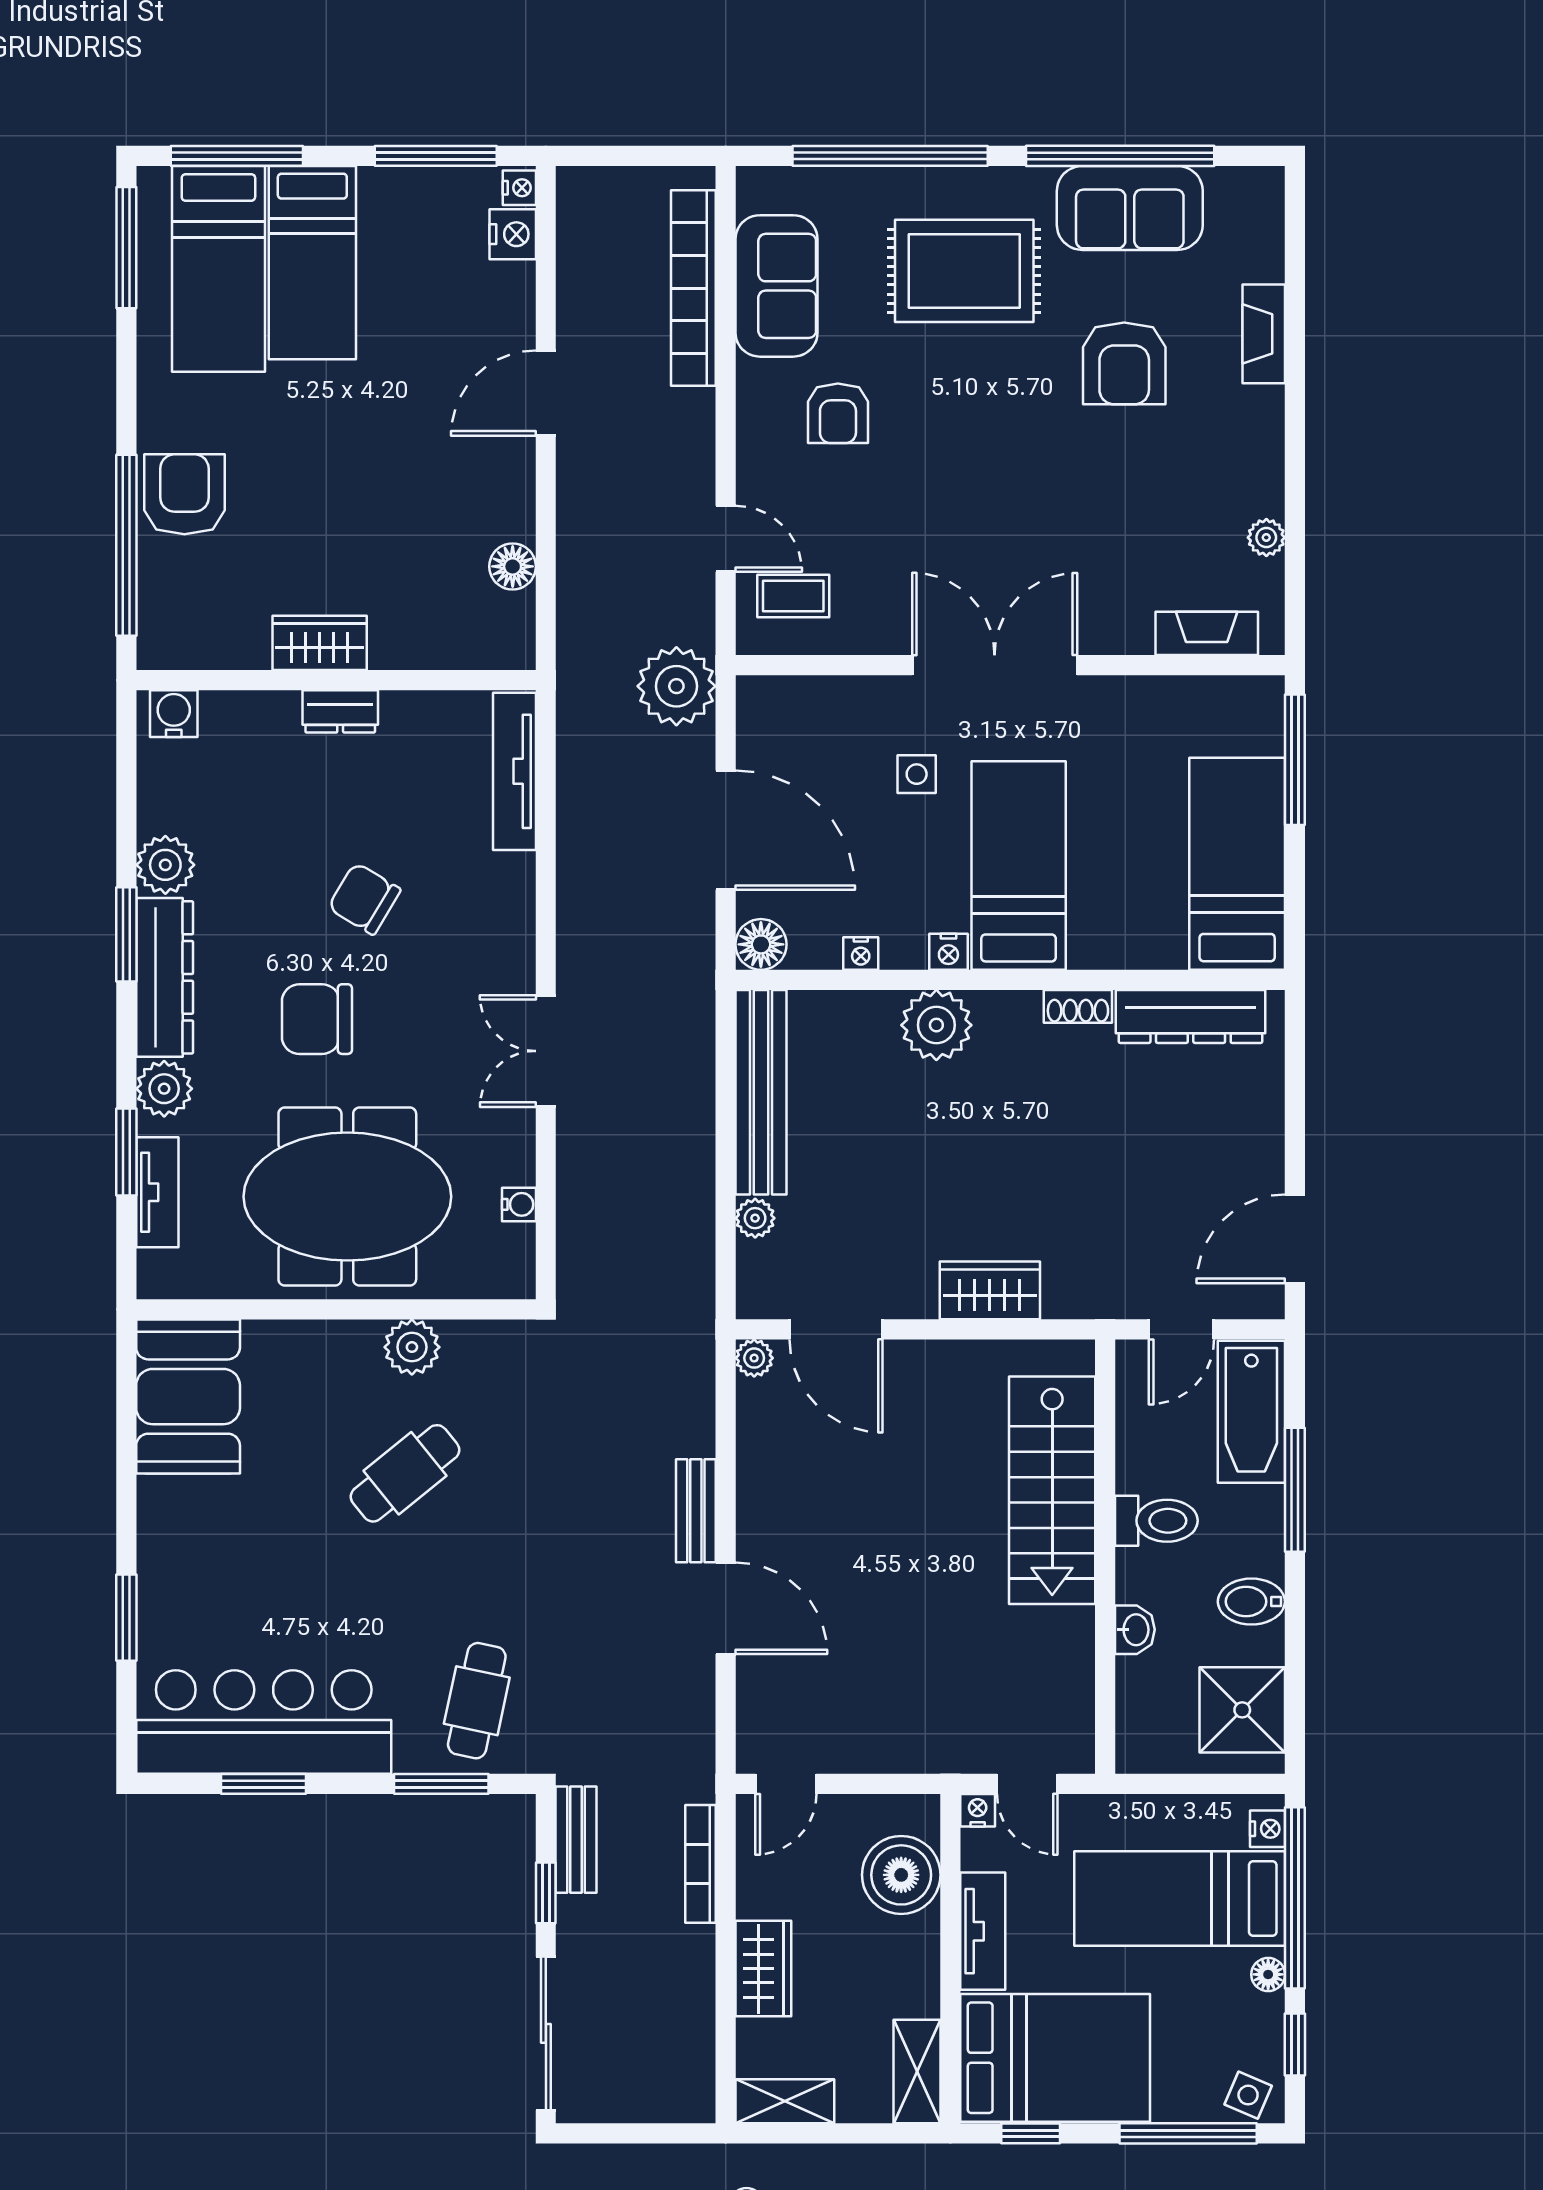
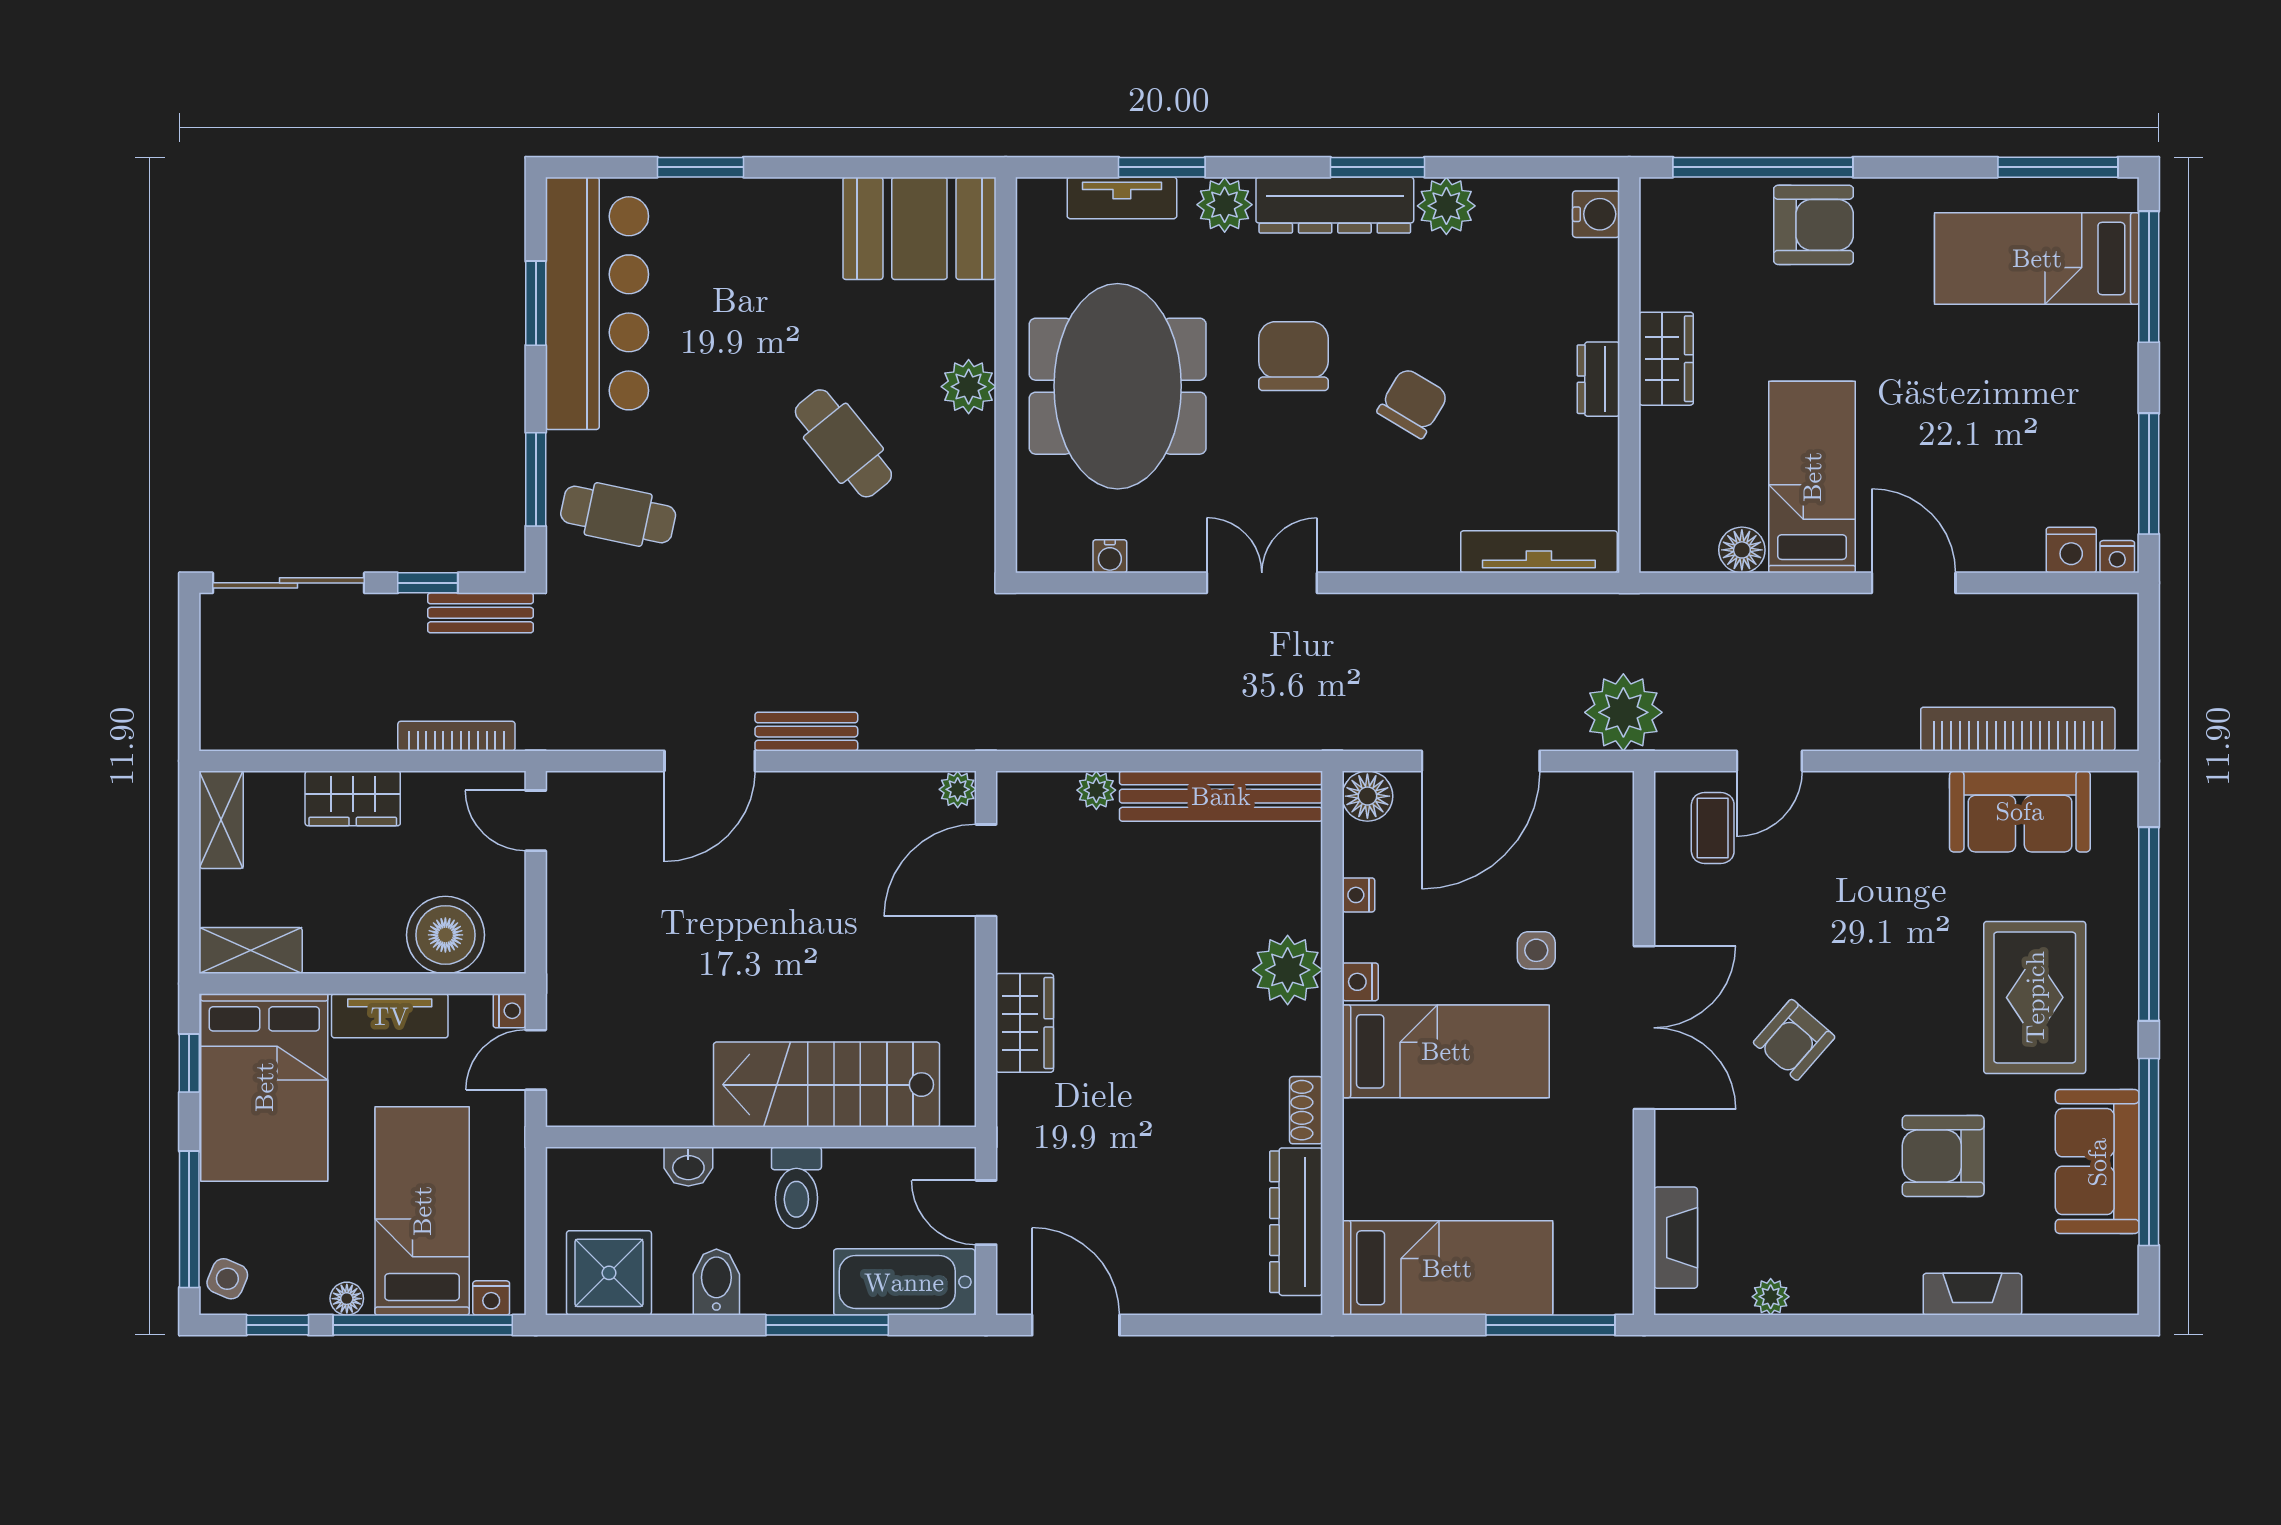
bed: (312, 263) -> (1812, 477), moved, turned 90
armchair: (838, 413) -> (1794, 1040), moved, turned -49
plant: (412, 1347) -> (969, 387), moved

